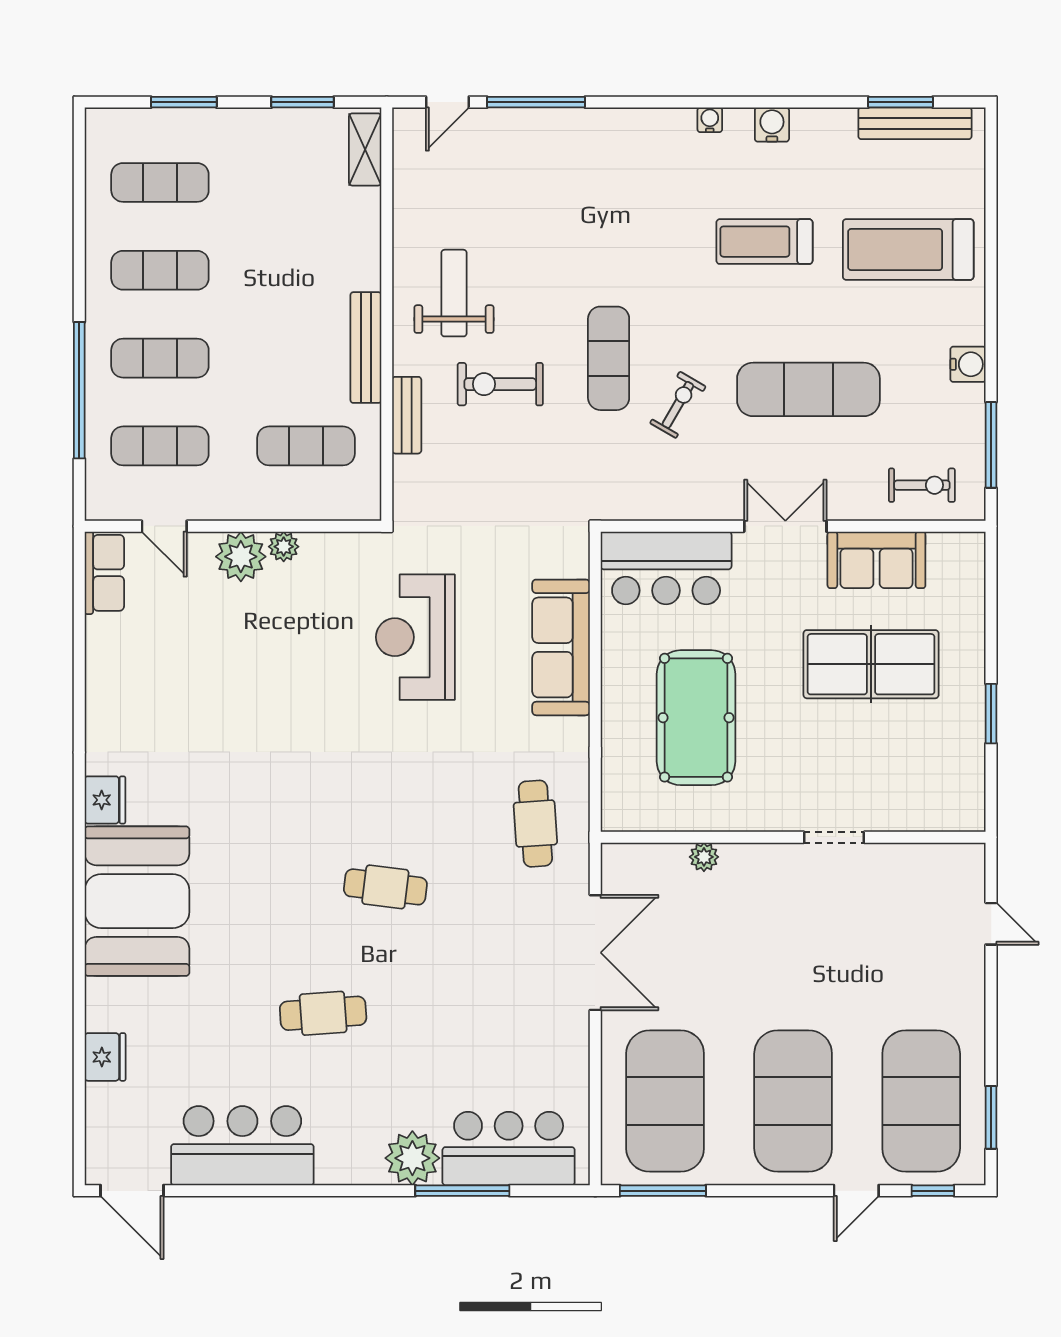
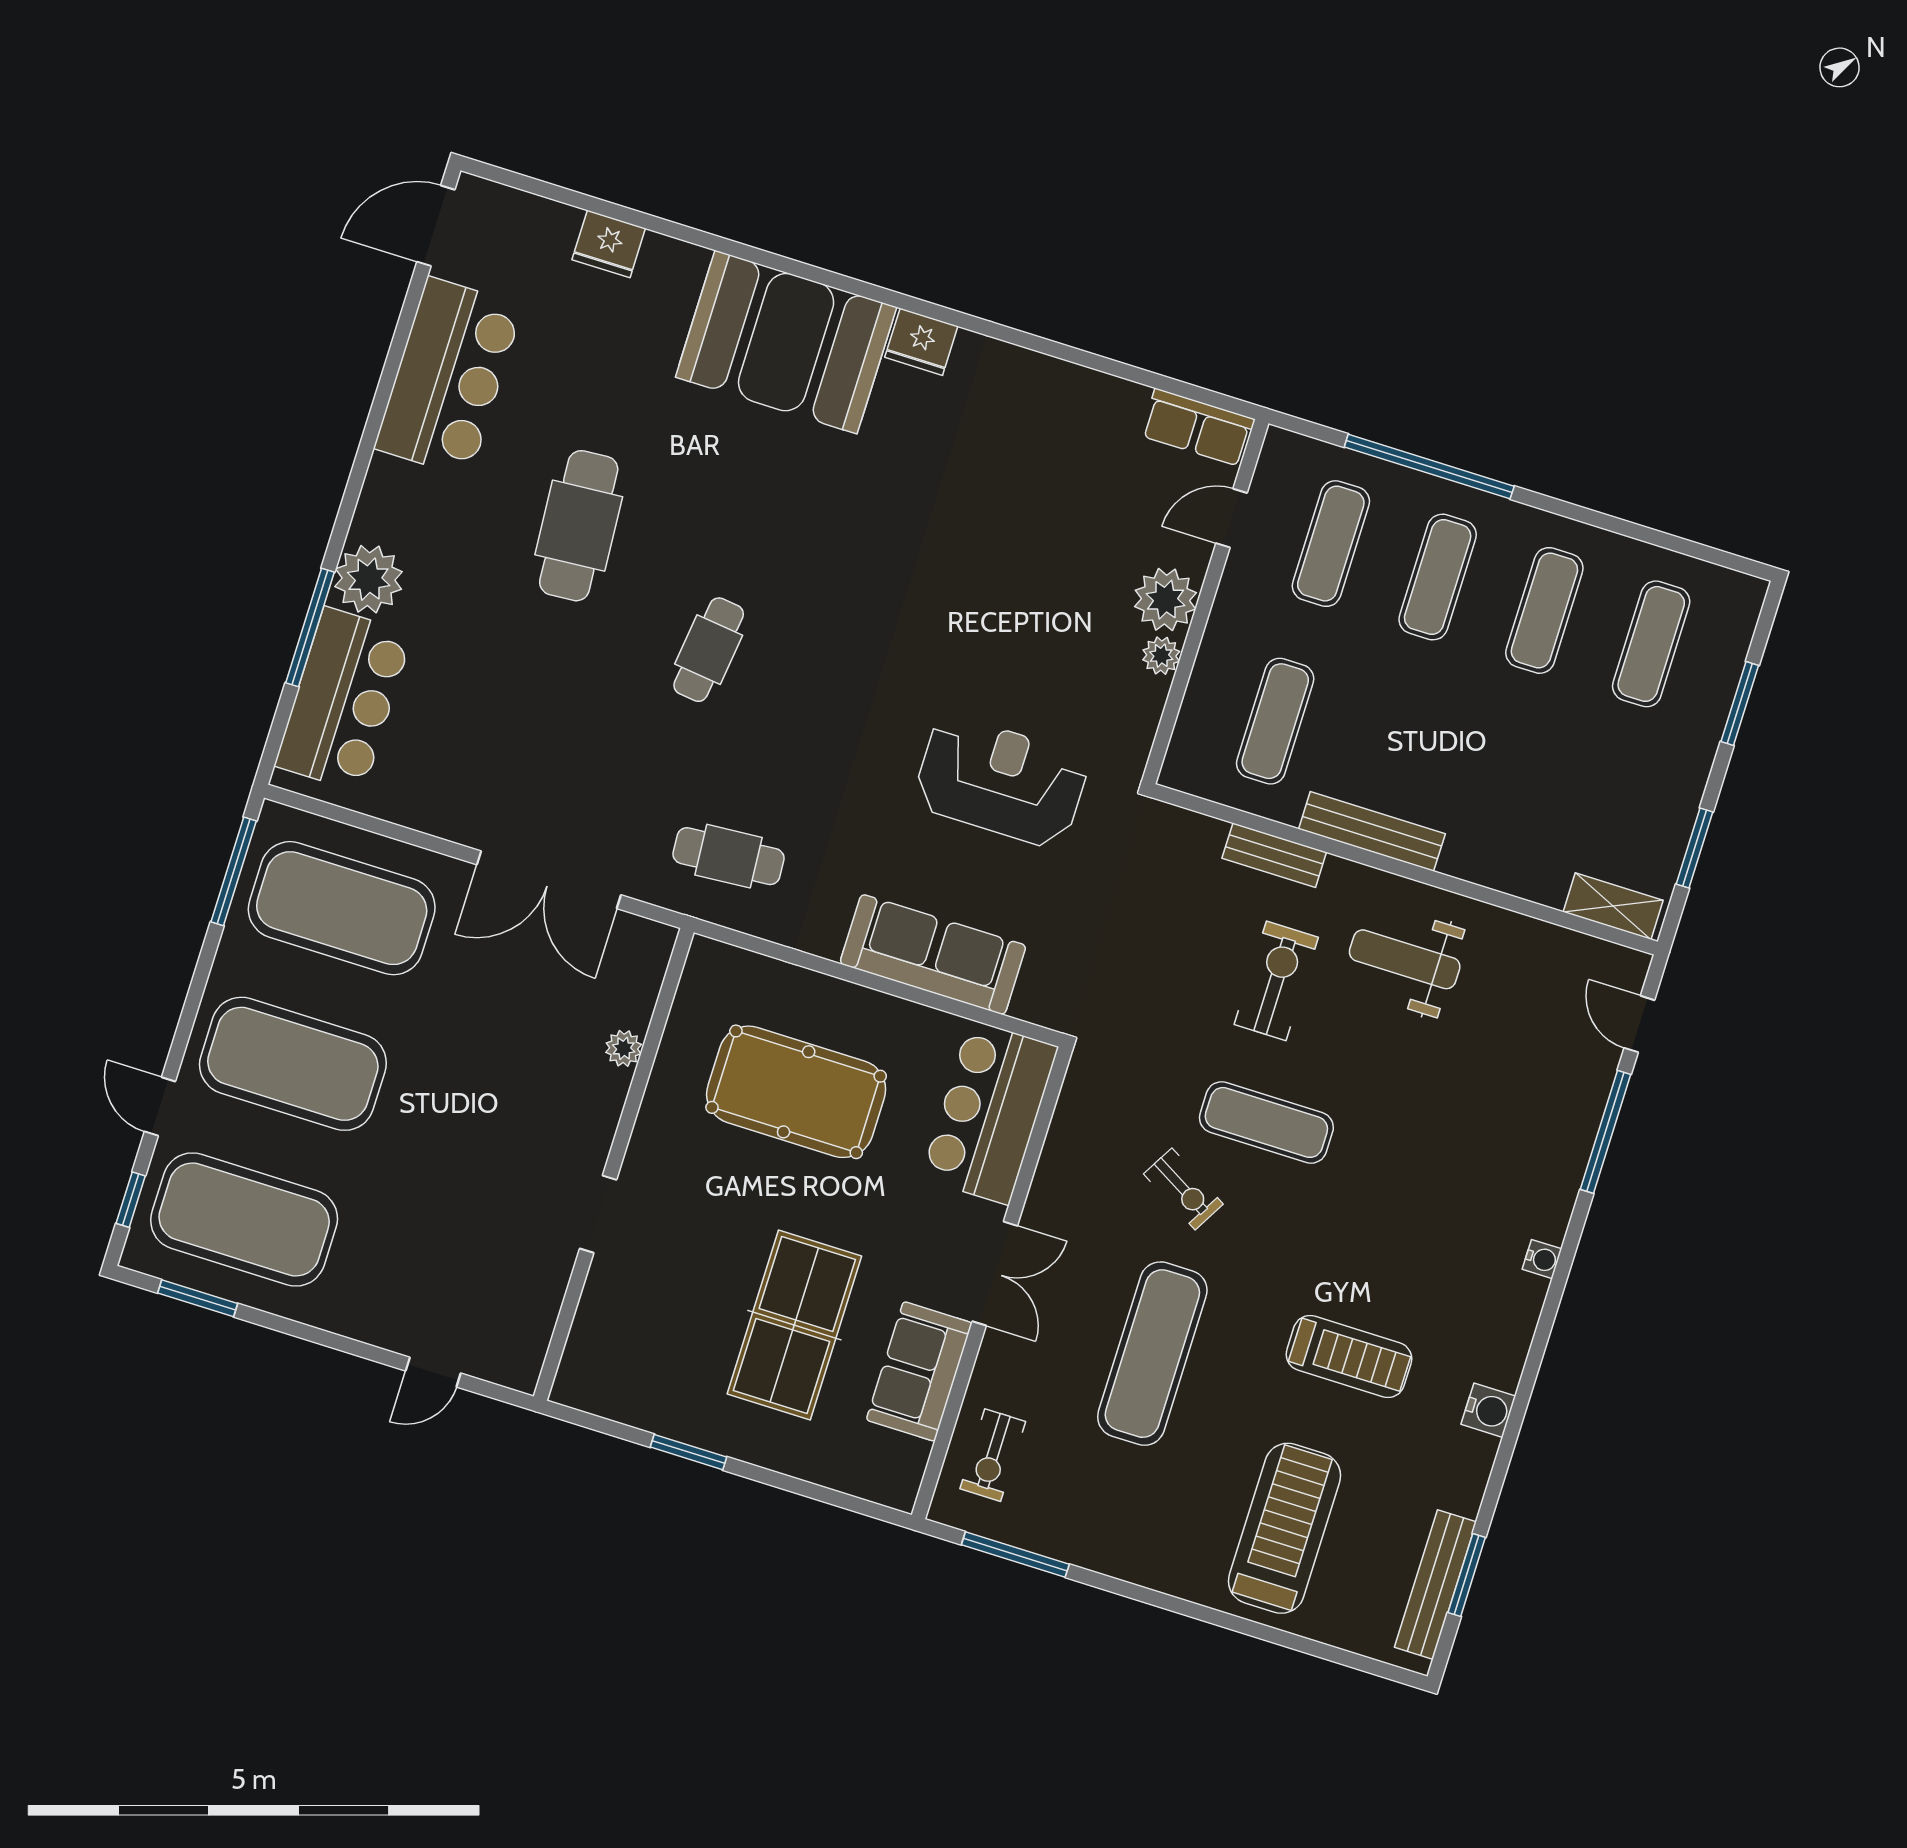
water cooler: (710, 120) -> (1542, 1259), moved
treadmill: (764, 242) -> (1349, 1357), turned 90
weight bench: (454, 293) -> (1405, 959), turned 180
water cooler: (968, 364) -> (1122, 1557), removed
cafe table: (323, 1013) -> (579, 526), width x1.37, depth x1.35

